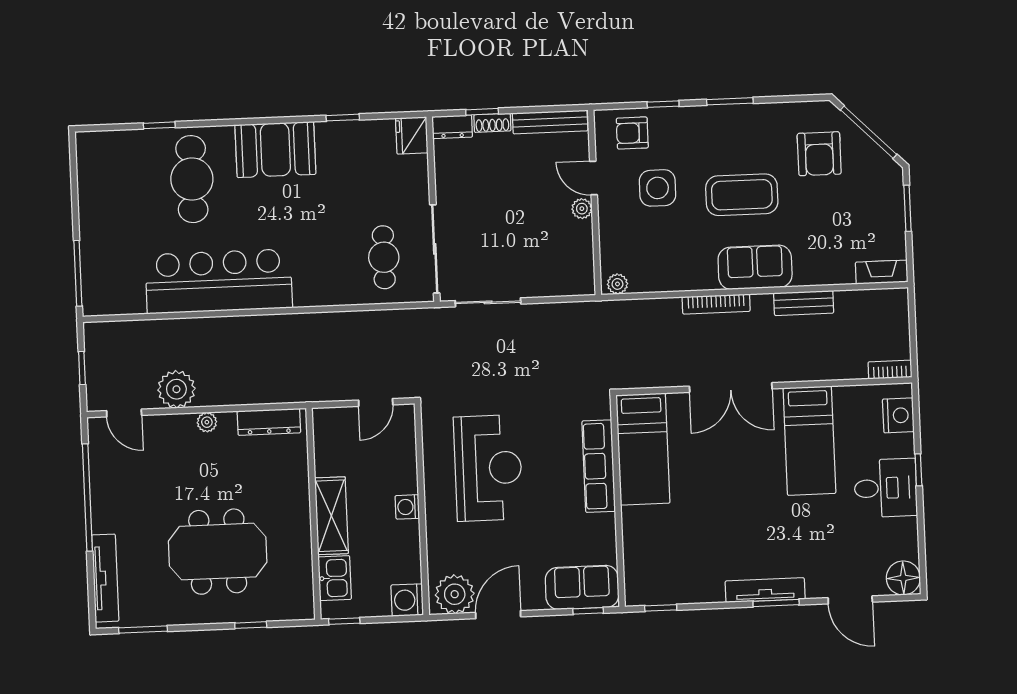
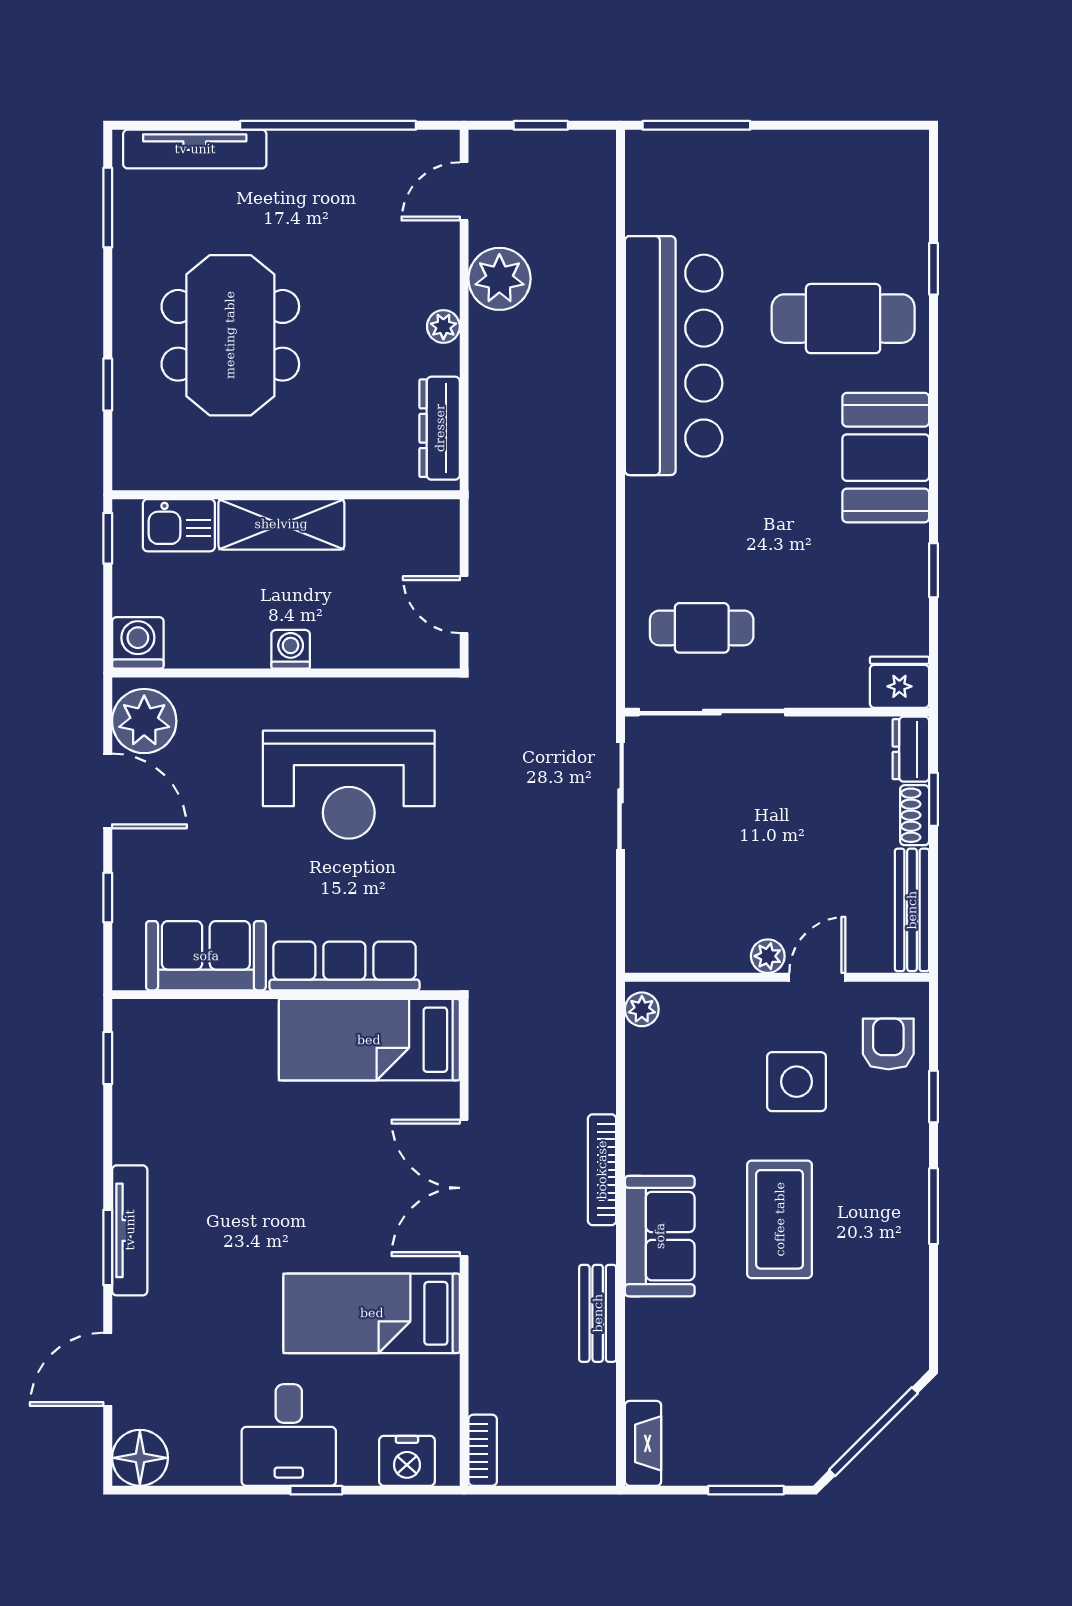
armchair: (819, 154) -> (842, 1349), removed
sofa: (582, 587) -> (206, 956), moved, turned -90
window: (588, 611) -> (108, 898), moved

